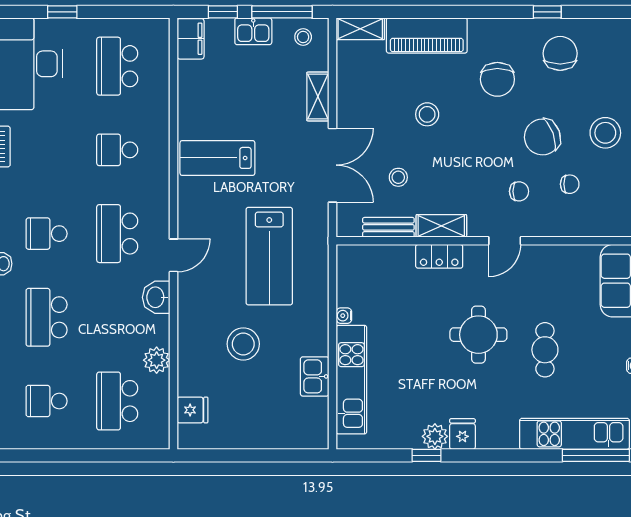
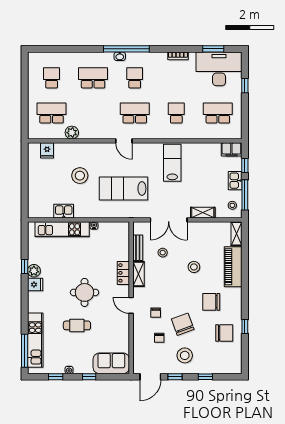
washbasin: (156, 297) -> (103, 132), removed

